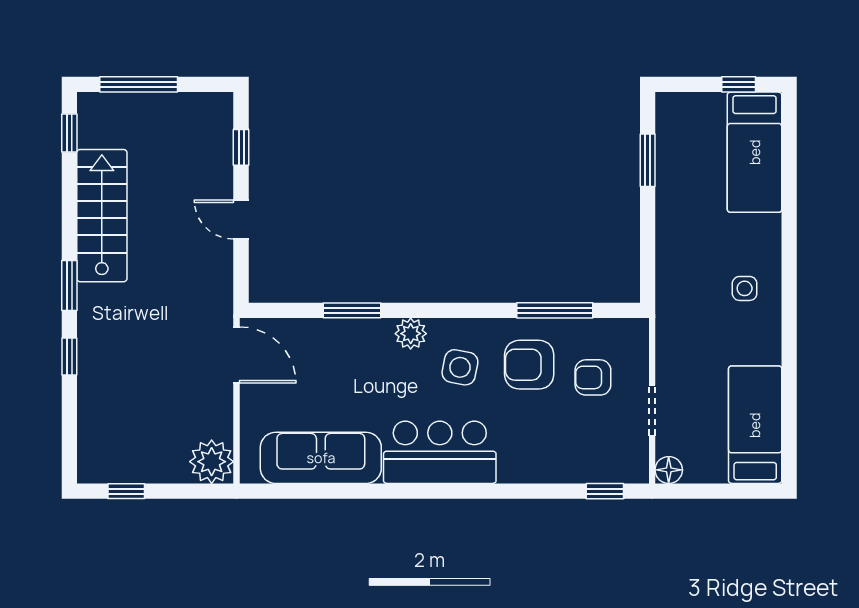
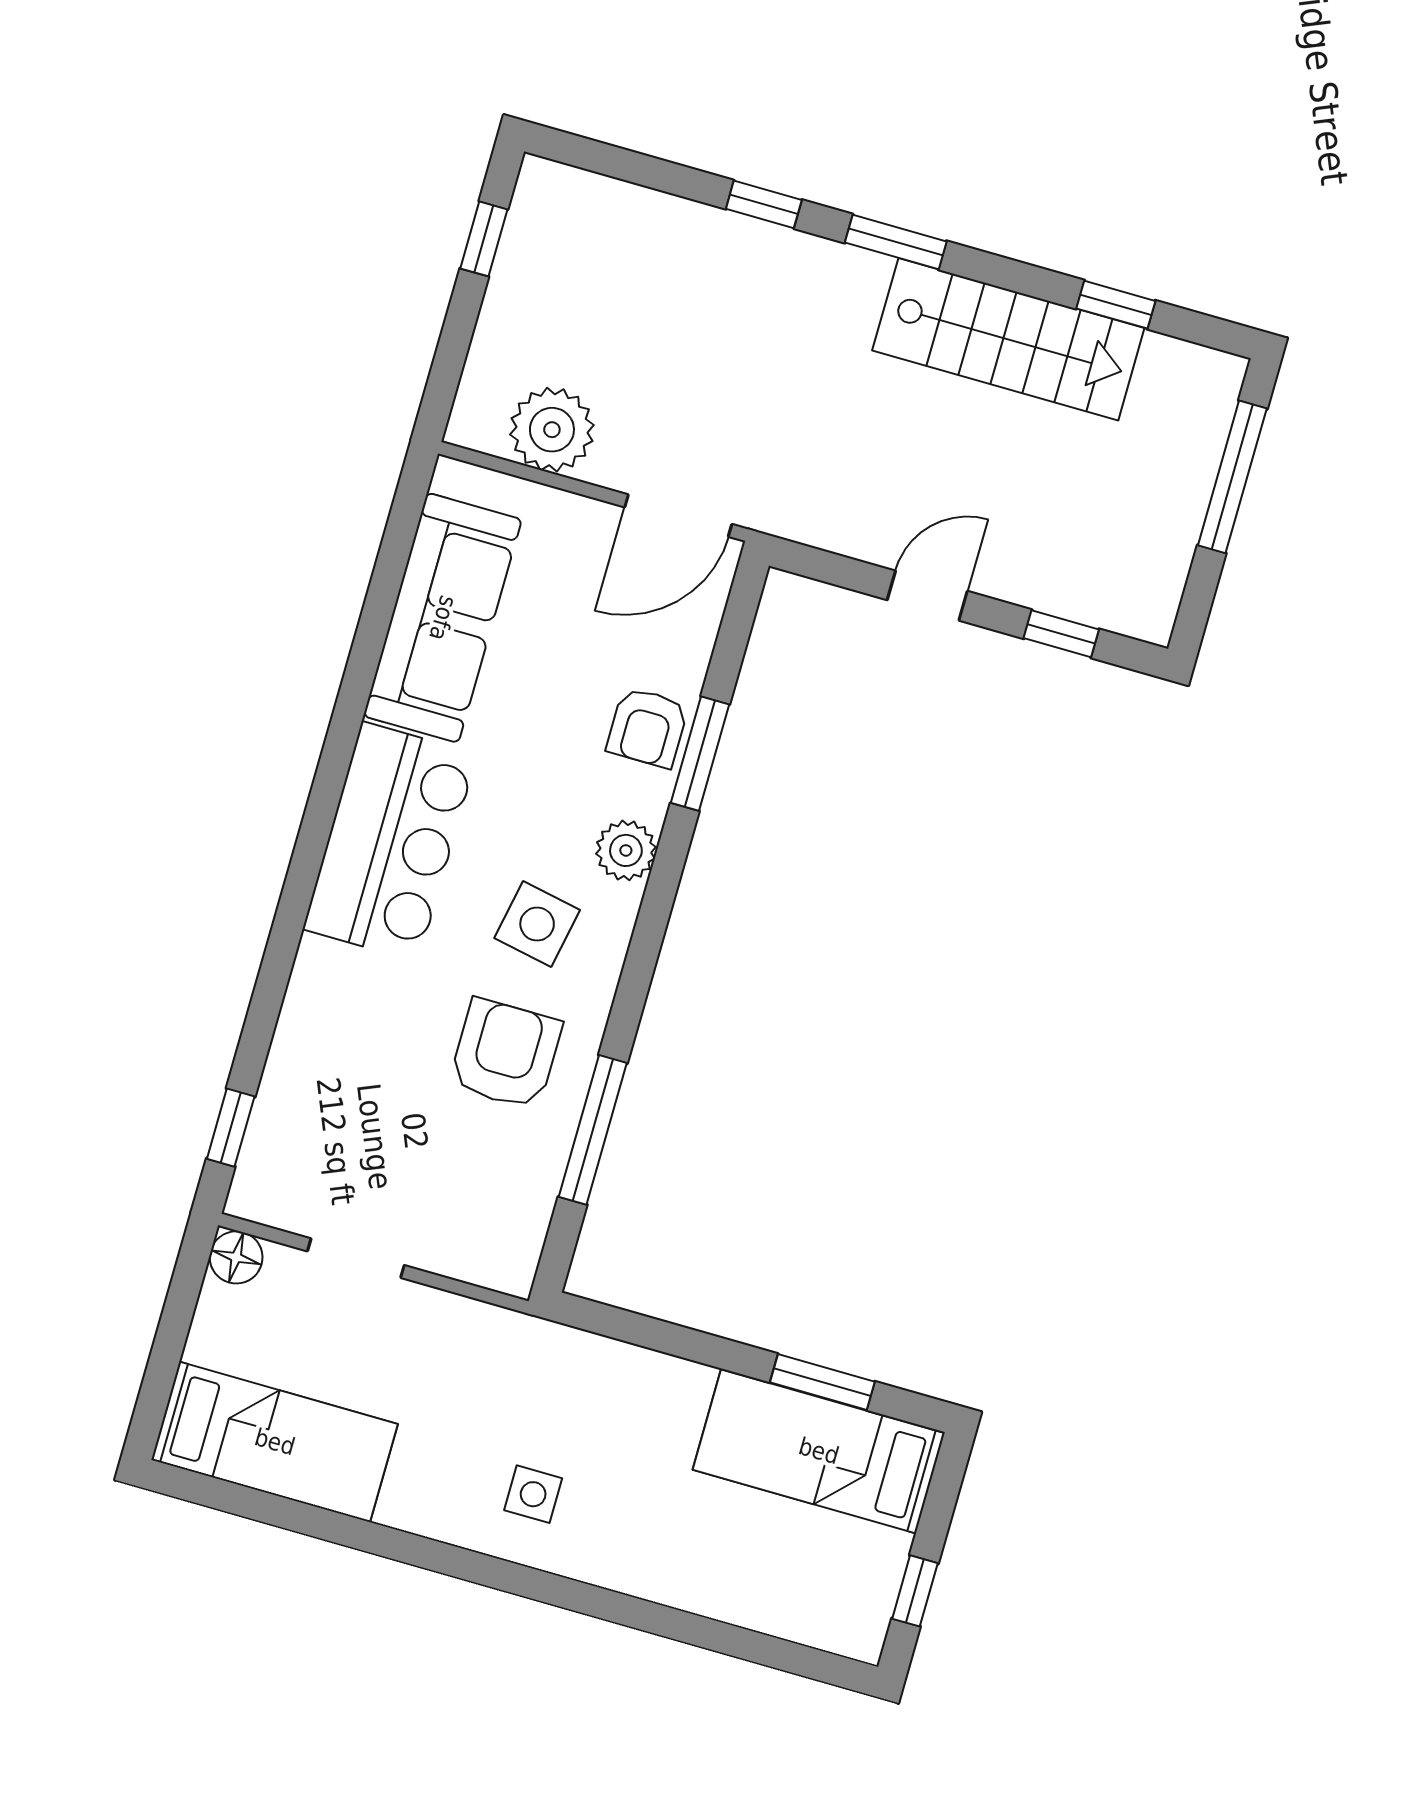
window: (69, 133) -> (1116, 305), moved
bed: (755, 152) -> (819, 1451), moved
armchair: (593, 377) -> (647, 727), moved, turned 180
plant: (212, 462) -> (552, 430), moved

